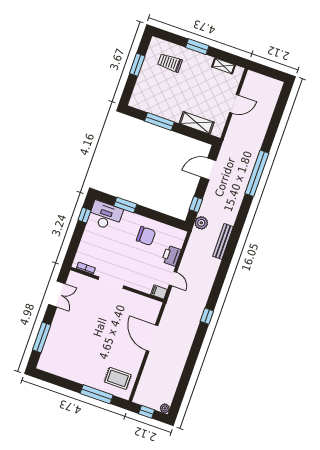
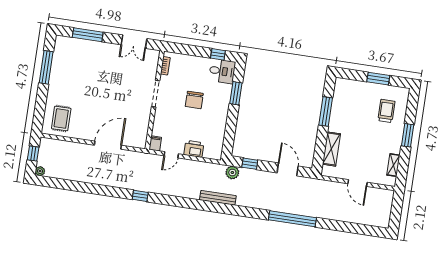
desk: (105, 216) -> (222, 71), width x0.73
chair: (146, 236) -> (194, 100), moved
window: (97, 394) -> (46, 67), moved

